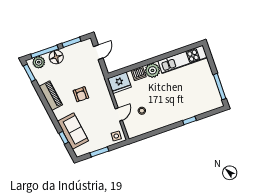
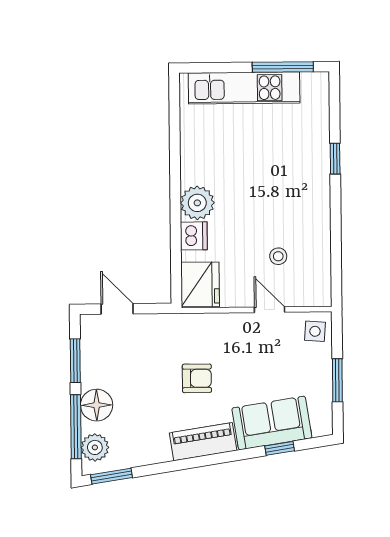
kitchen unit: (183, 59) -> (244, 88), moved, turned 90
piano: (51, 96) -> (203, 442), moved

